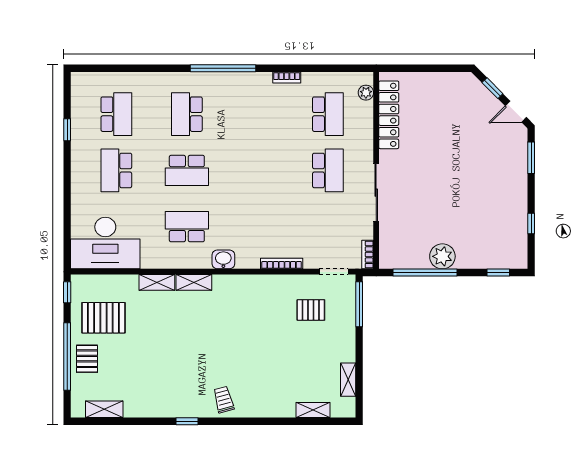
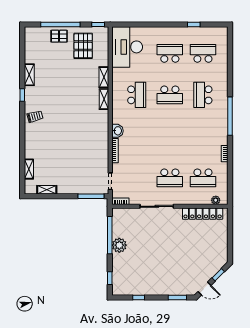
door: (516, 112) -> (204, 288), swing flipped
school desk: (116, 114) -> (203, 53), turned 180
school desk: (187, 114) -> (203, 95), turned -90
school desk: (187, 170) -> (170, 95), turned -90
washbasin: (223, 259) -> (118, 131), moved
pallet: (311, 310) -> (88, 168), removed
shelving: (104, 409) -> (29, 75), moved

